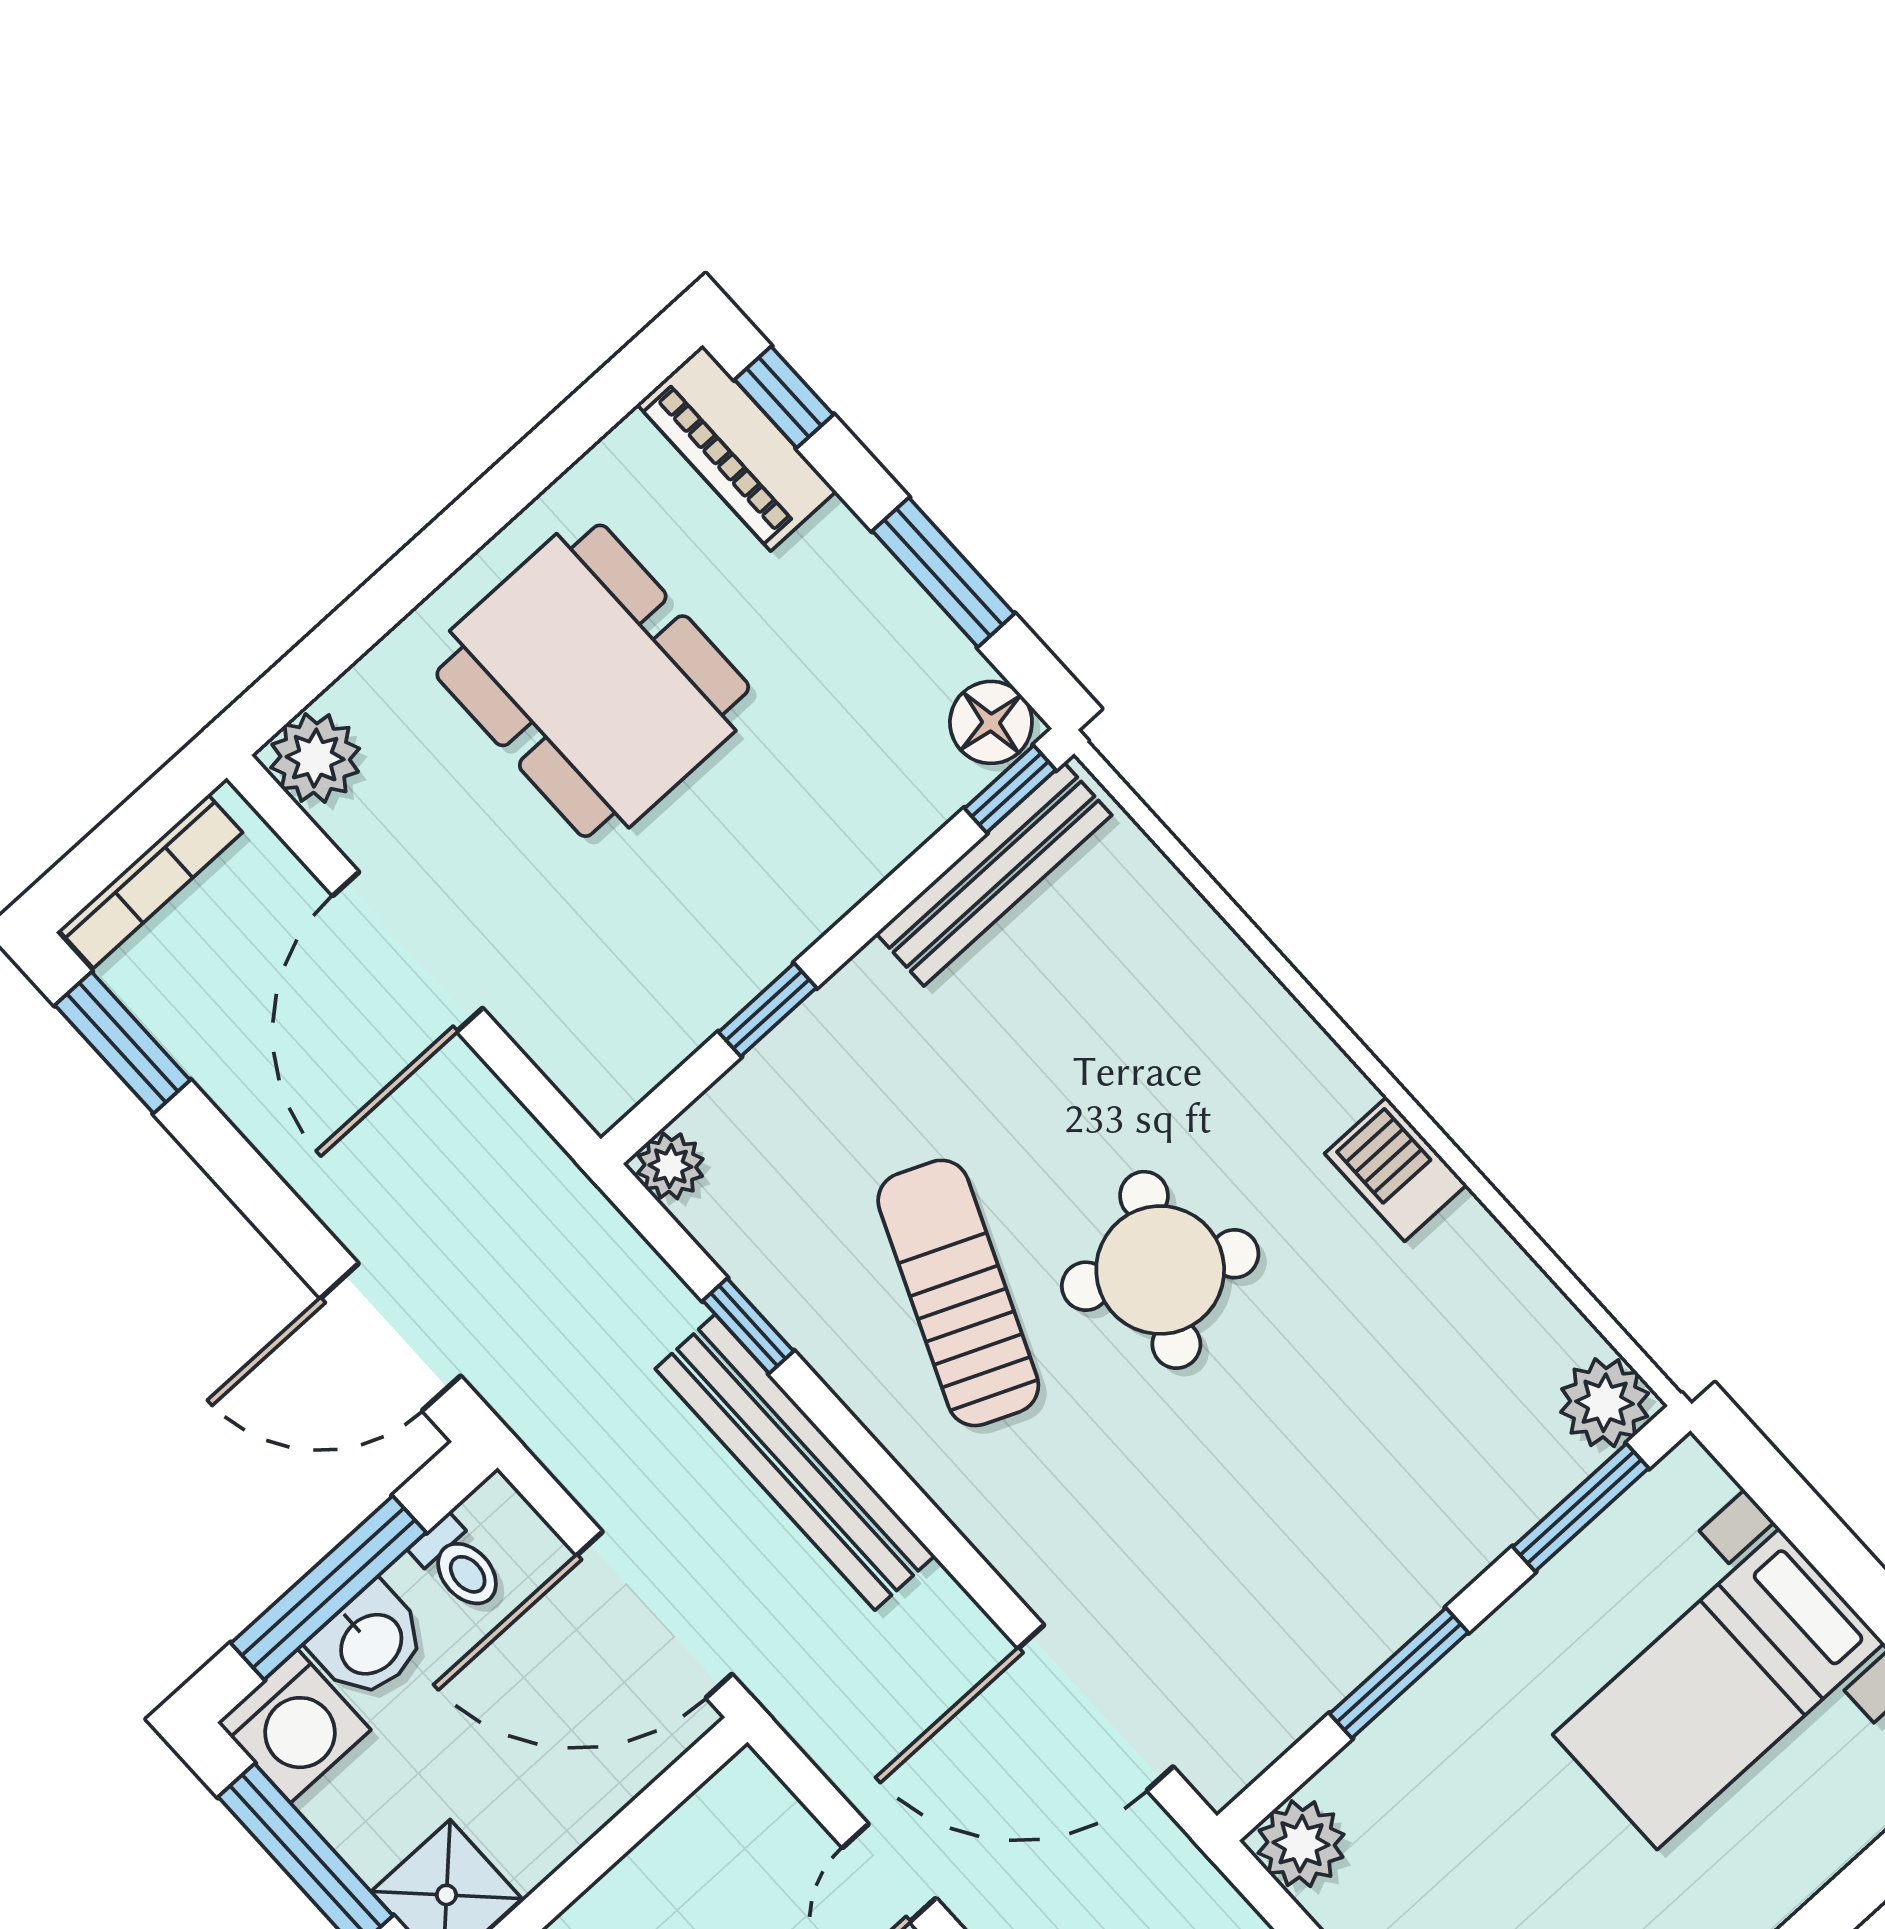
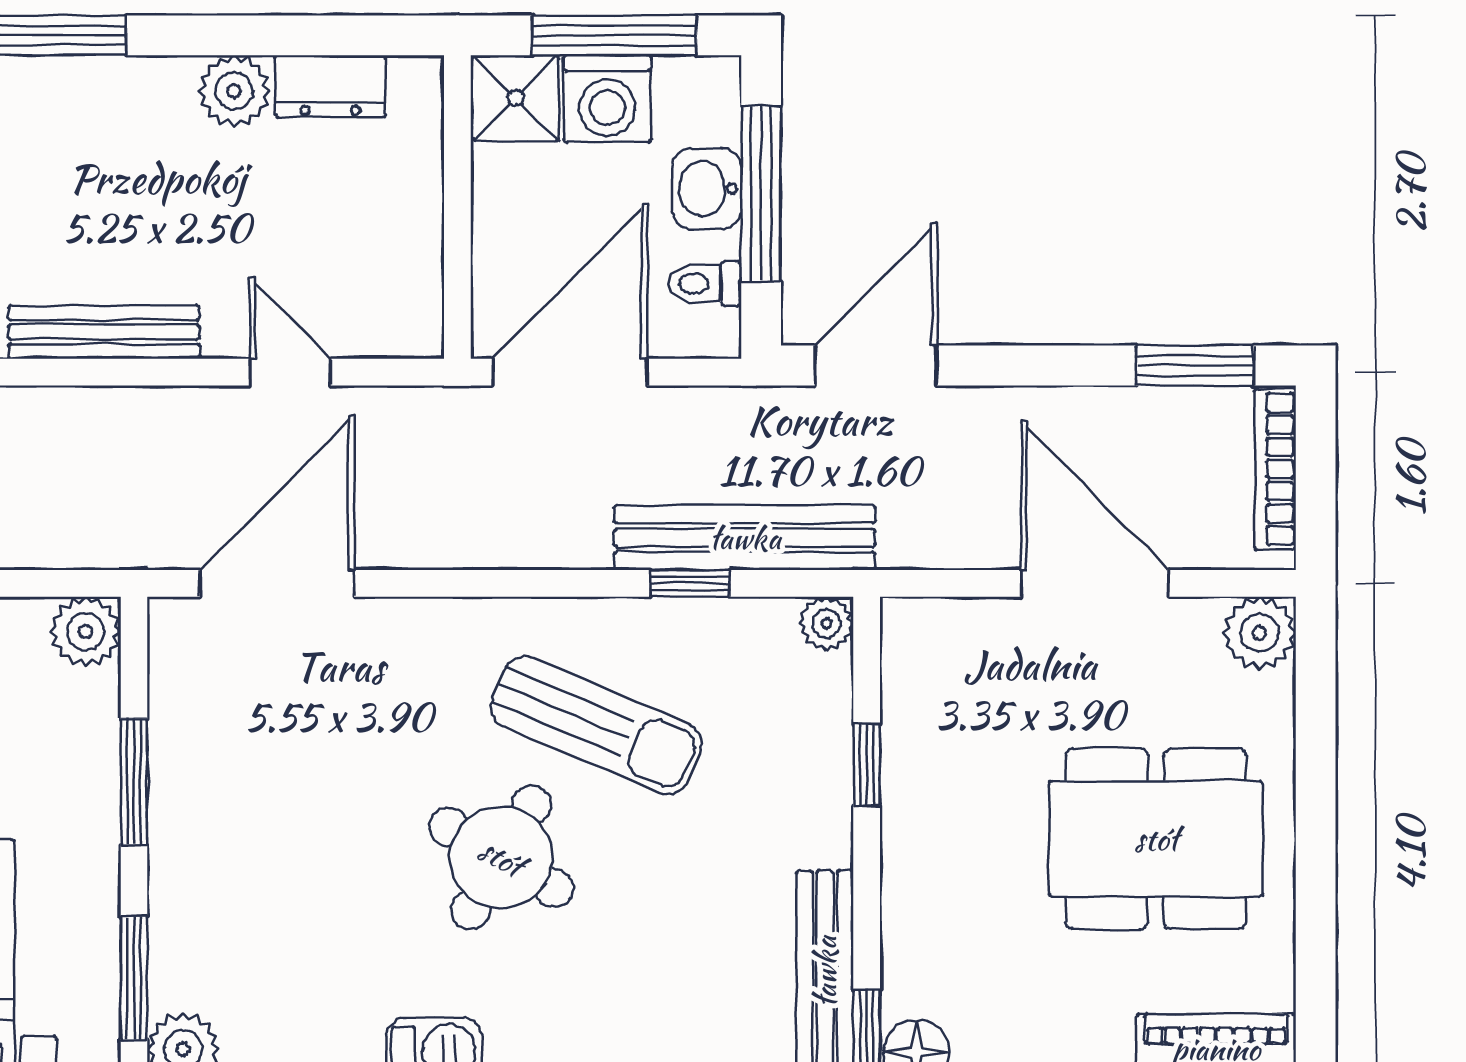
bench: (795, 1462) -> (745, 538), moved
washing machine: (294, 1726) -> (607, 99), moved, turned -90

